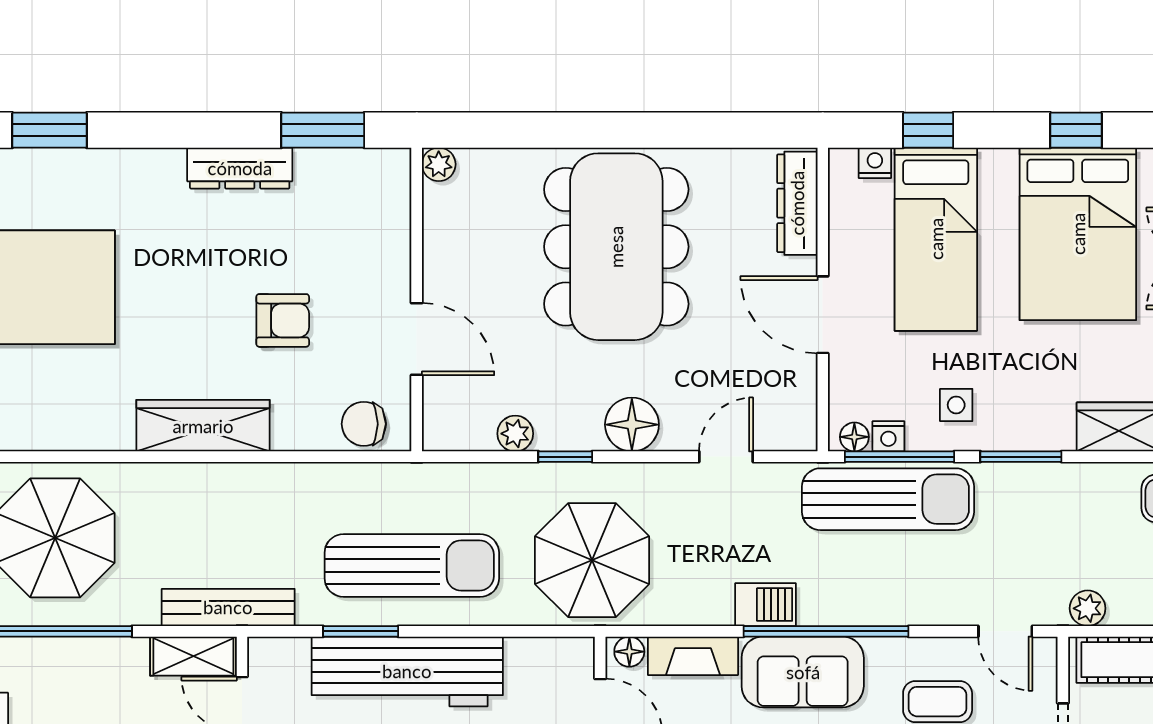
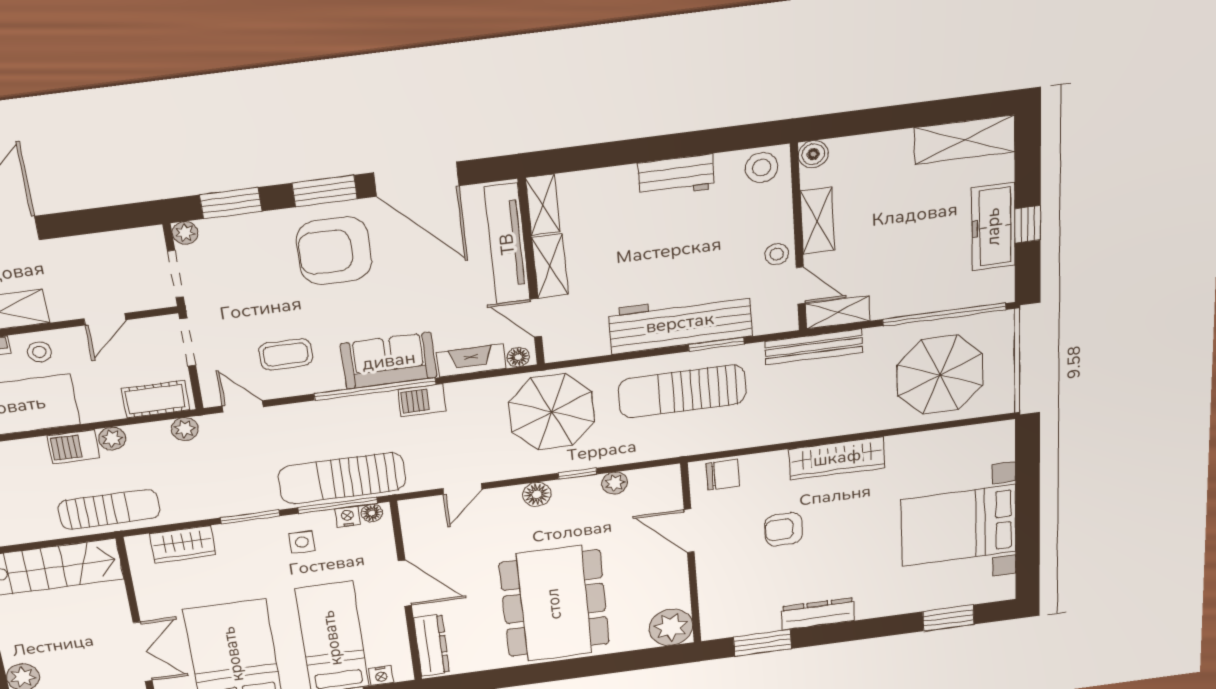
plant: (439, 164) -> (671, 627), width x1.88, depth x1.88
floor lamp: (632, 425) -> (537, 494), width x0.73, depth x0.73

